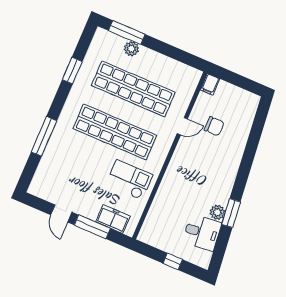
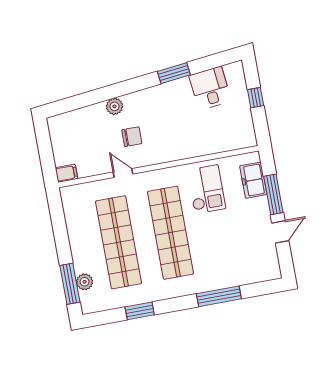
plant: (131, 49) -> (85, 282), moved
chair: (214, 126) -> (132, 137), moved, turned 90
checkout: (129, 180) -> (206, 189), turned 180
plant: (217, 212) -> (114, 106), moved

